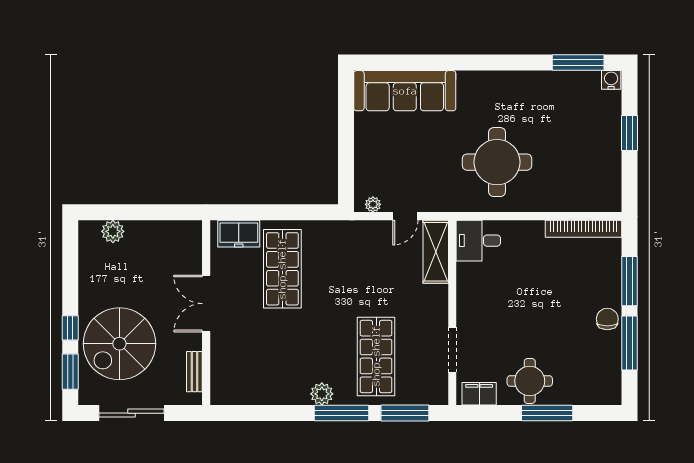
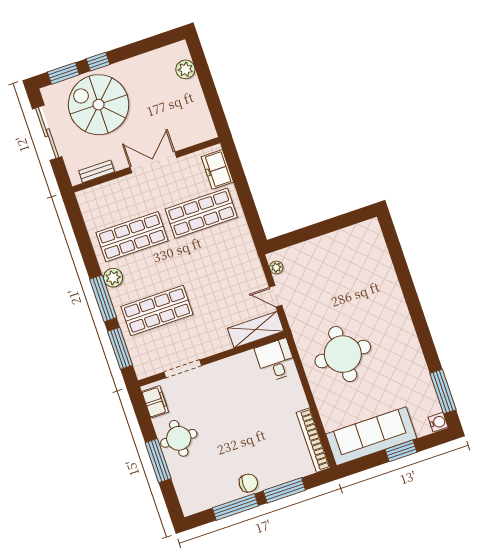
sofa: (405, 91) -> (371, 436), moved, turned 90
shop shelf: (282, 356) -> (132, 237), added

